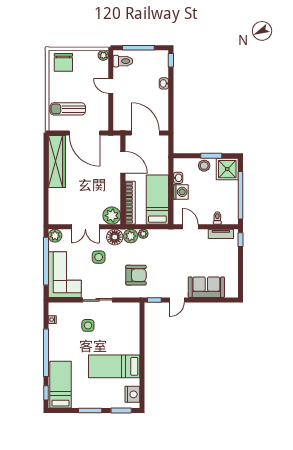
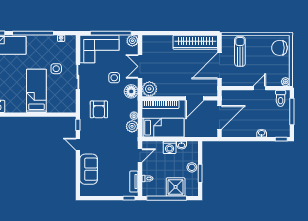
shower: (227, 169) -> (176, 187), moved
plant: (131, 236) -> (132, 126), moved
bed: (114, 366) -> (36, 91), moved

